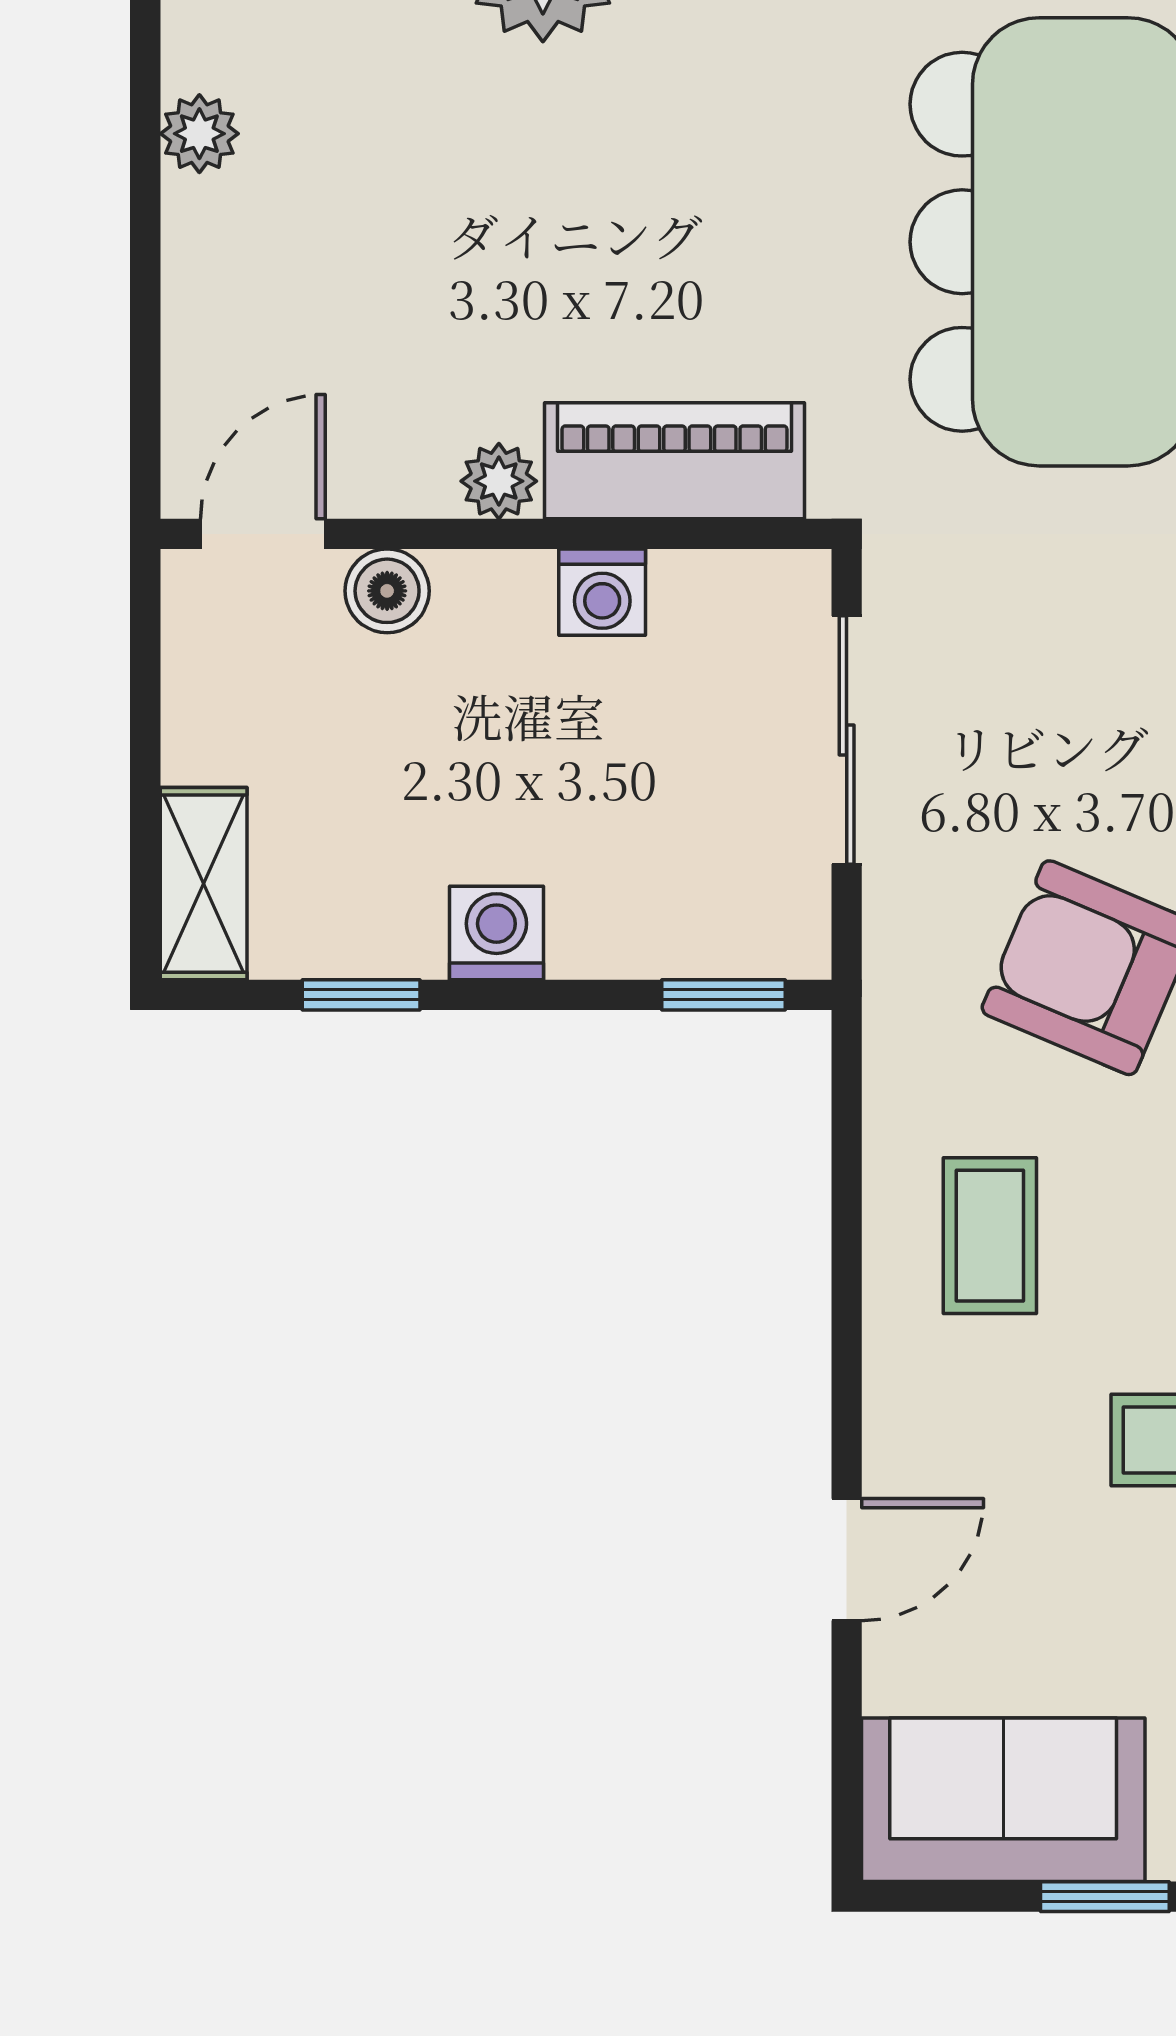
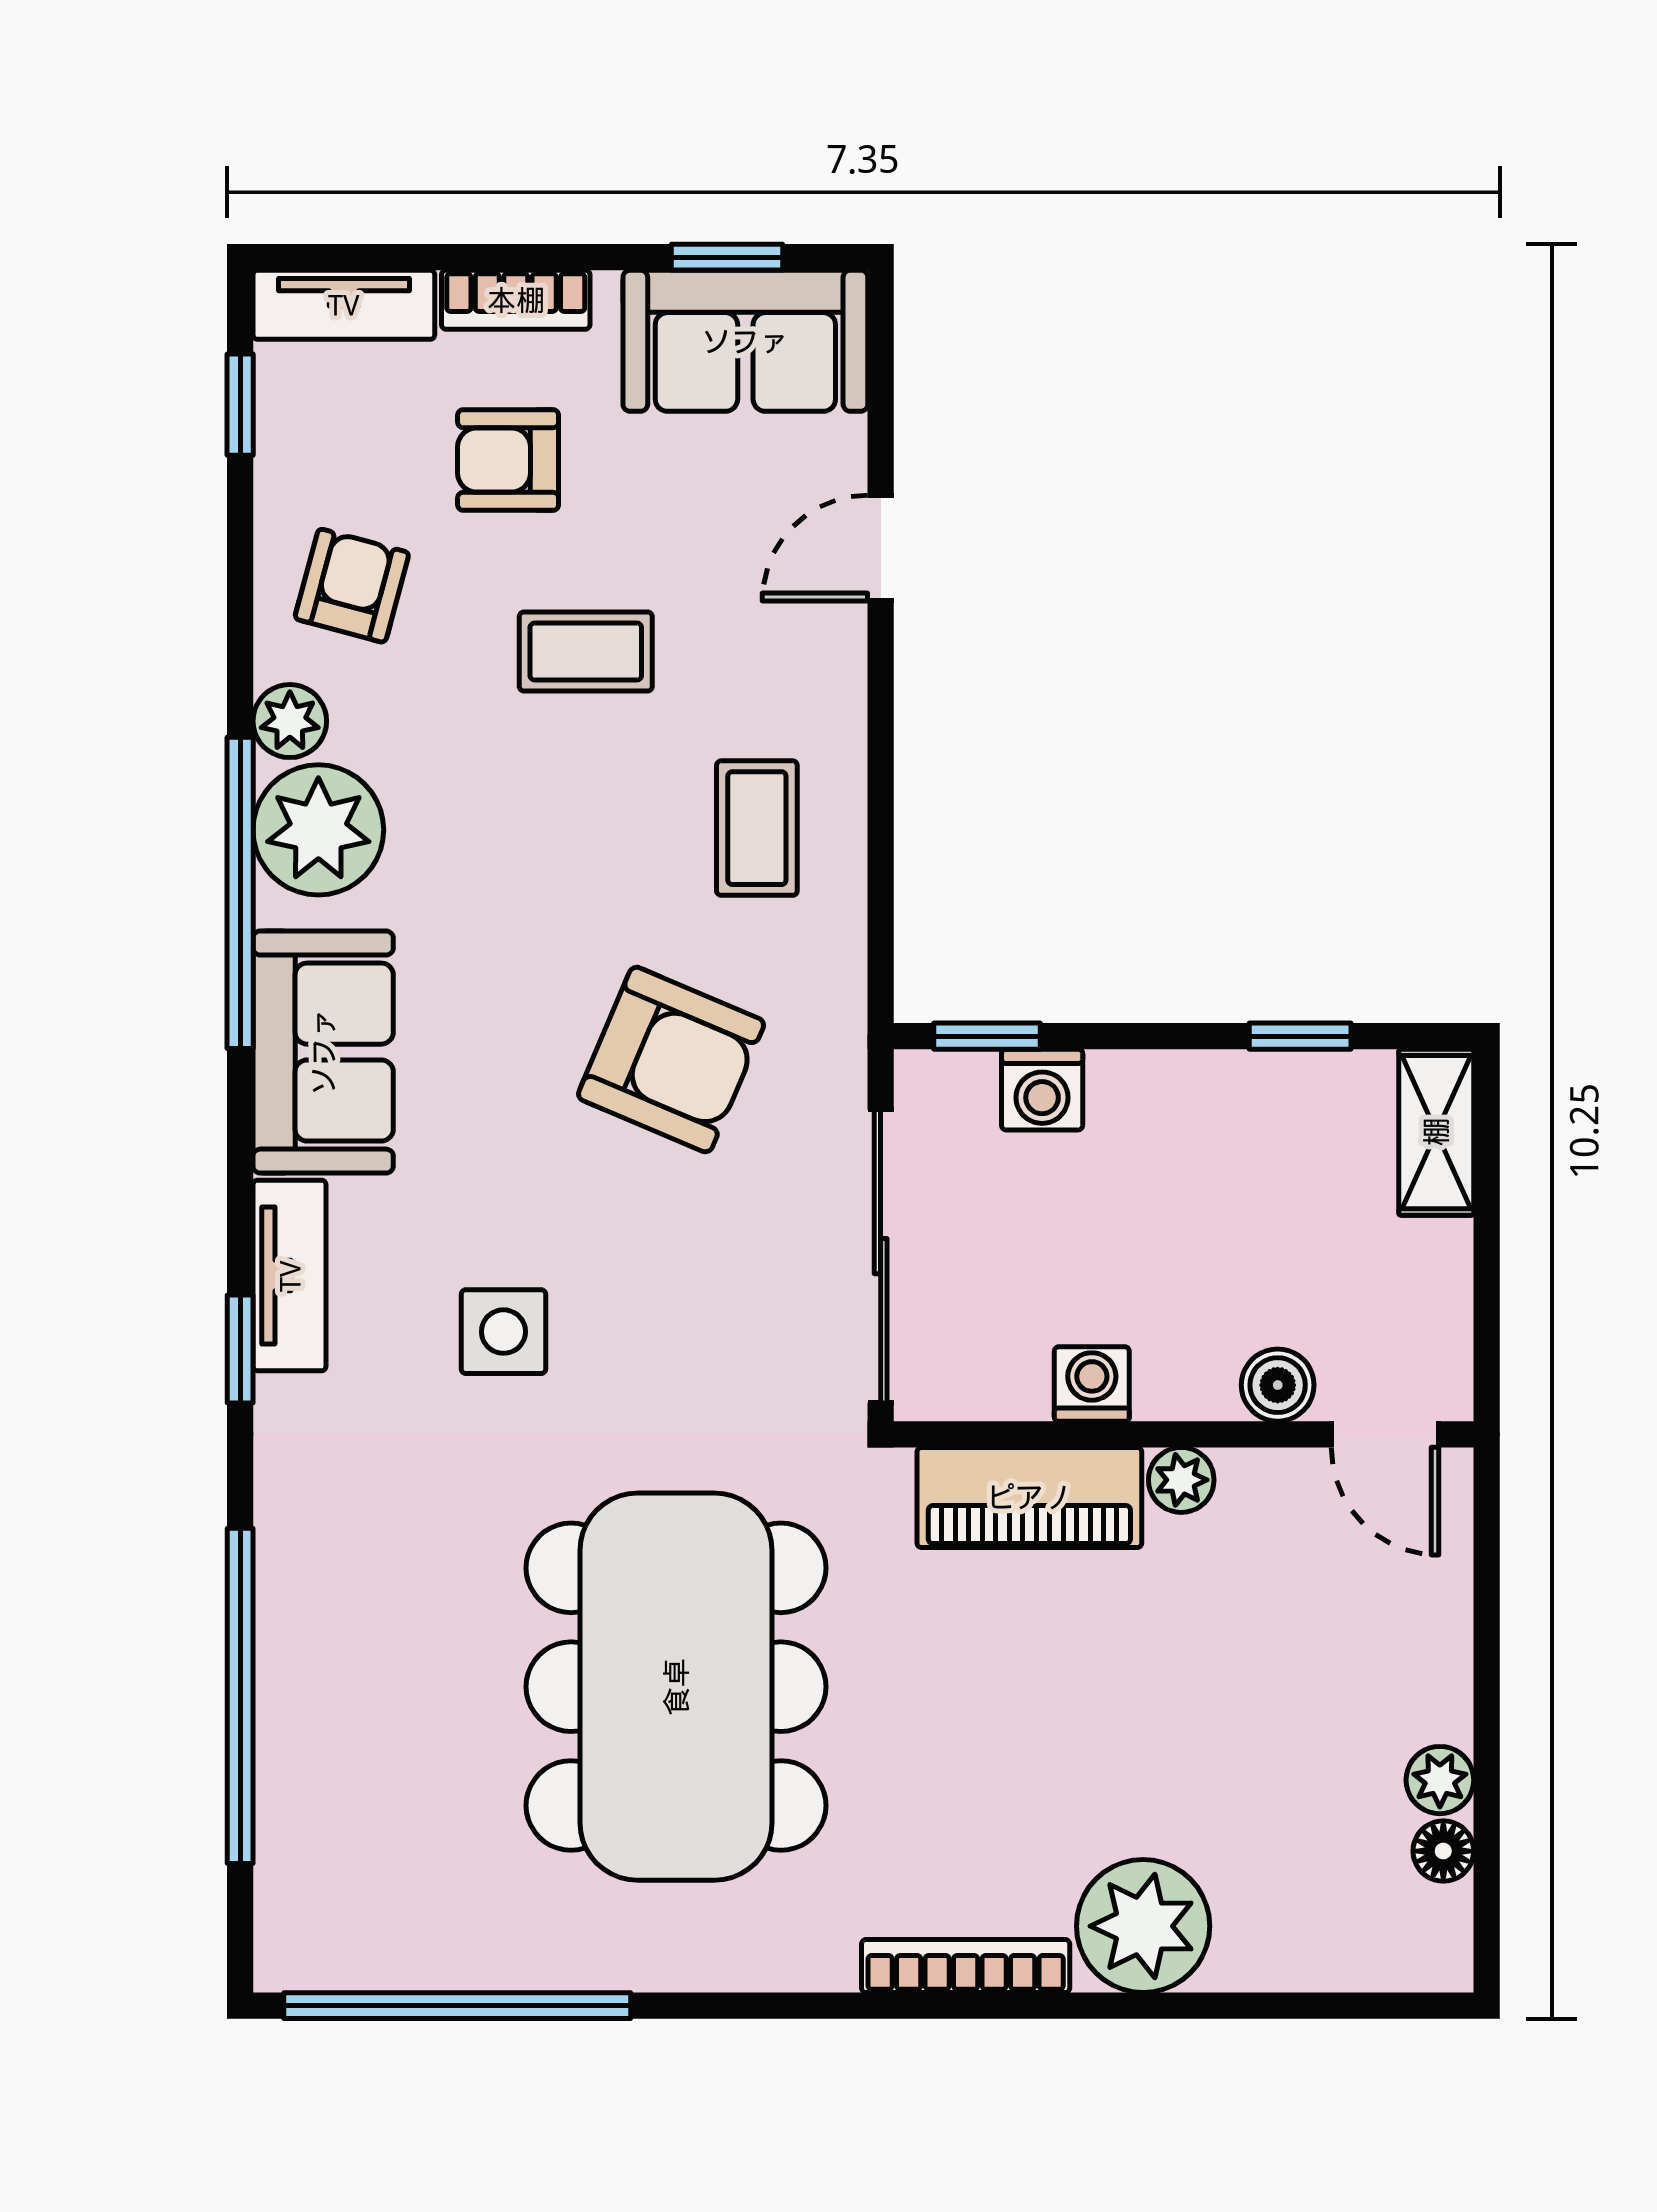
floor lamp: (195, 52) -> (1443, 1851), added
door: (263, 534) -> (1385, 1434), hinge flipped
sliding door: (847, 740) -> (881, 1256), width x1.37
washing machine: (496, 933) -> (1042, 1090), moved
window: (1105, 1897) -> (727, 257), moved

